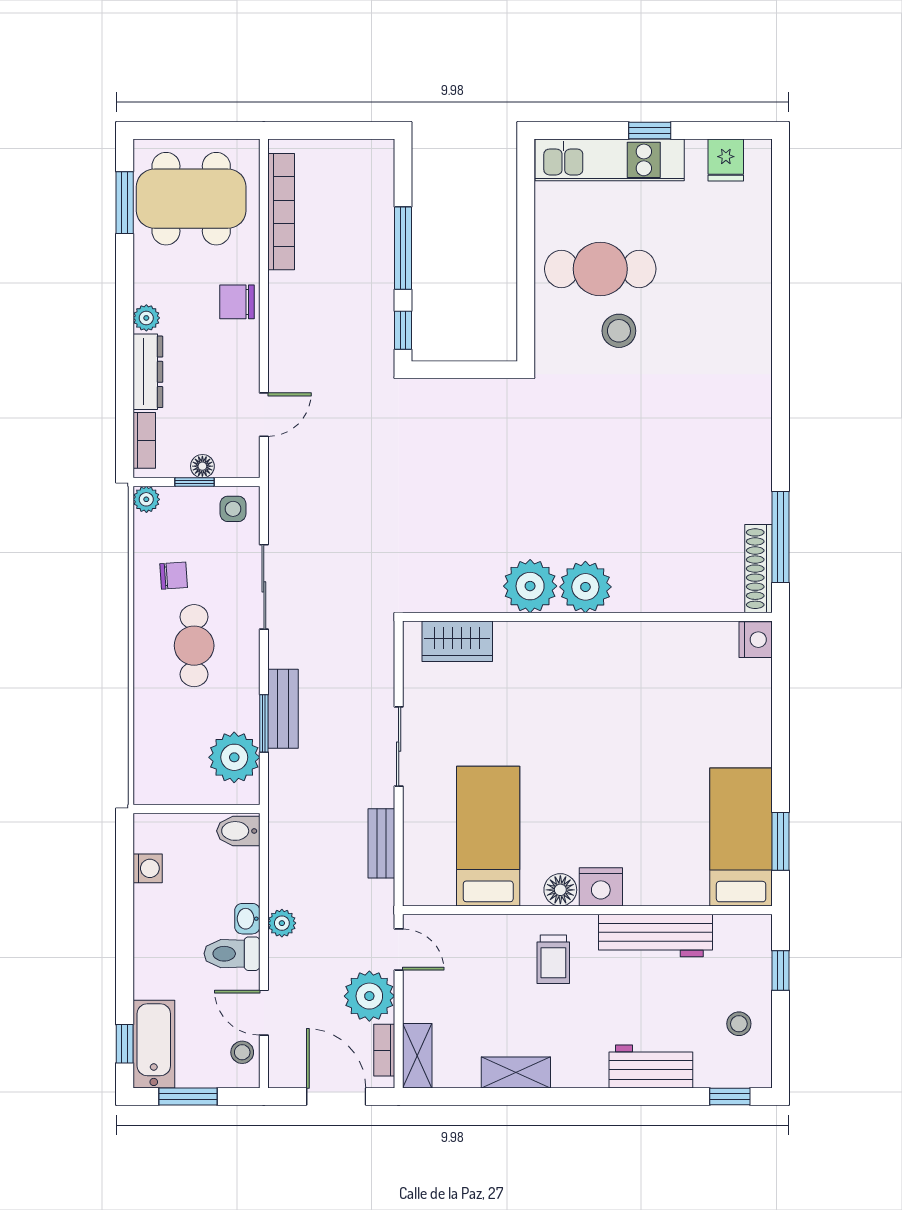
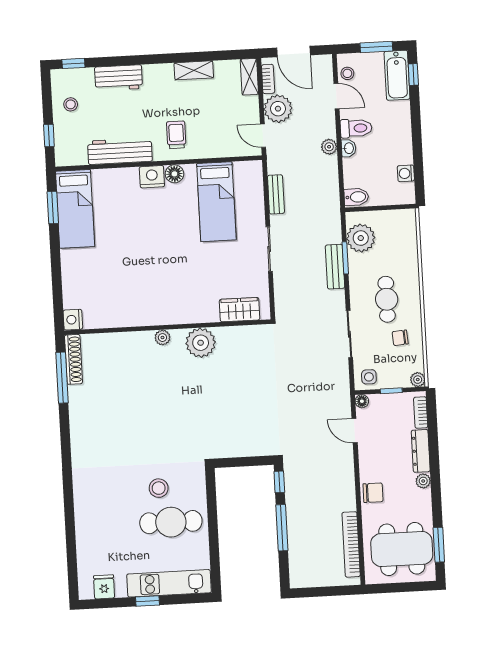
door: (264, 415) -> (355, 431), hinge flipped
floor lamp: (202, 466) -> (362, 401), moved
plant: (585, 587) -> (162, 338), width x0.53, depth x0.53

